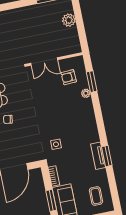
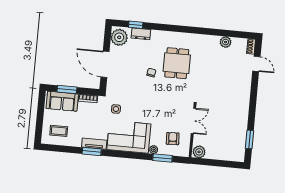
plant: (69, 20) -> (199, 152), moved
double door: (44, 61) -> (193, 121), swing flipped
corner sofa: (80, 123) -> (129, 137), added

